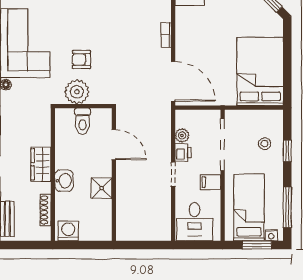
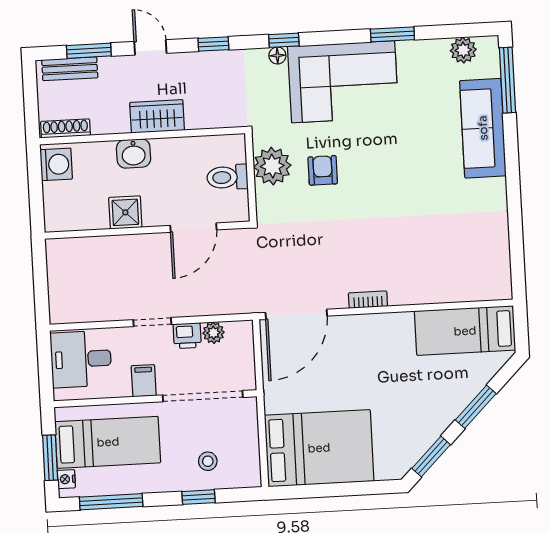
shoe rack: (45, 210) -> (65, 128), moved

